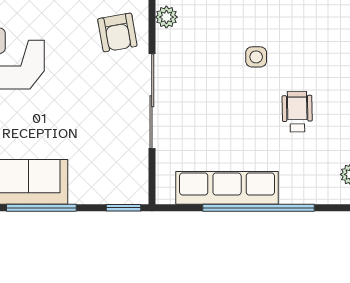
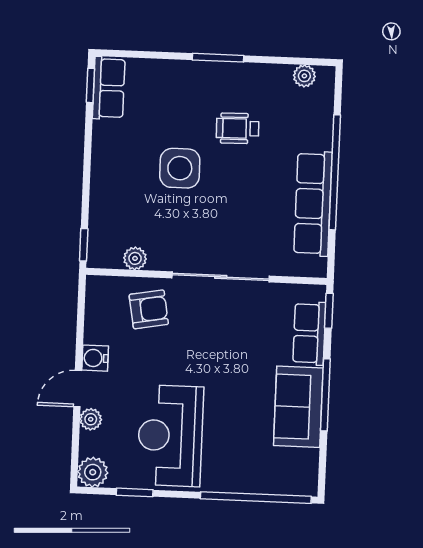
side table: (256, 57) -> (180, 168), width x1.87, depth x1.87
row of seats: (101, 190) -> (309, 333), added

